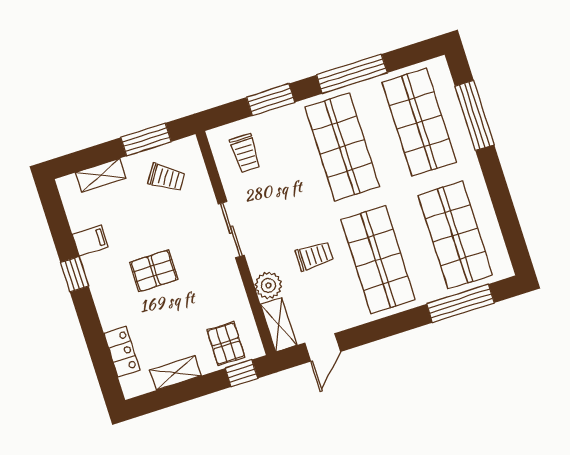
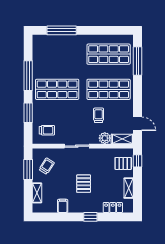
shop shelf: (419, 122) -> (57, 54), removed
window: (75, 274) -> (90, 217), moved

